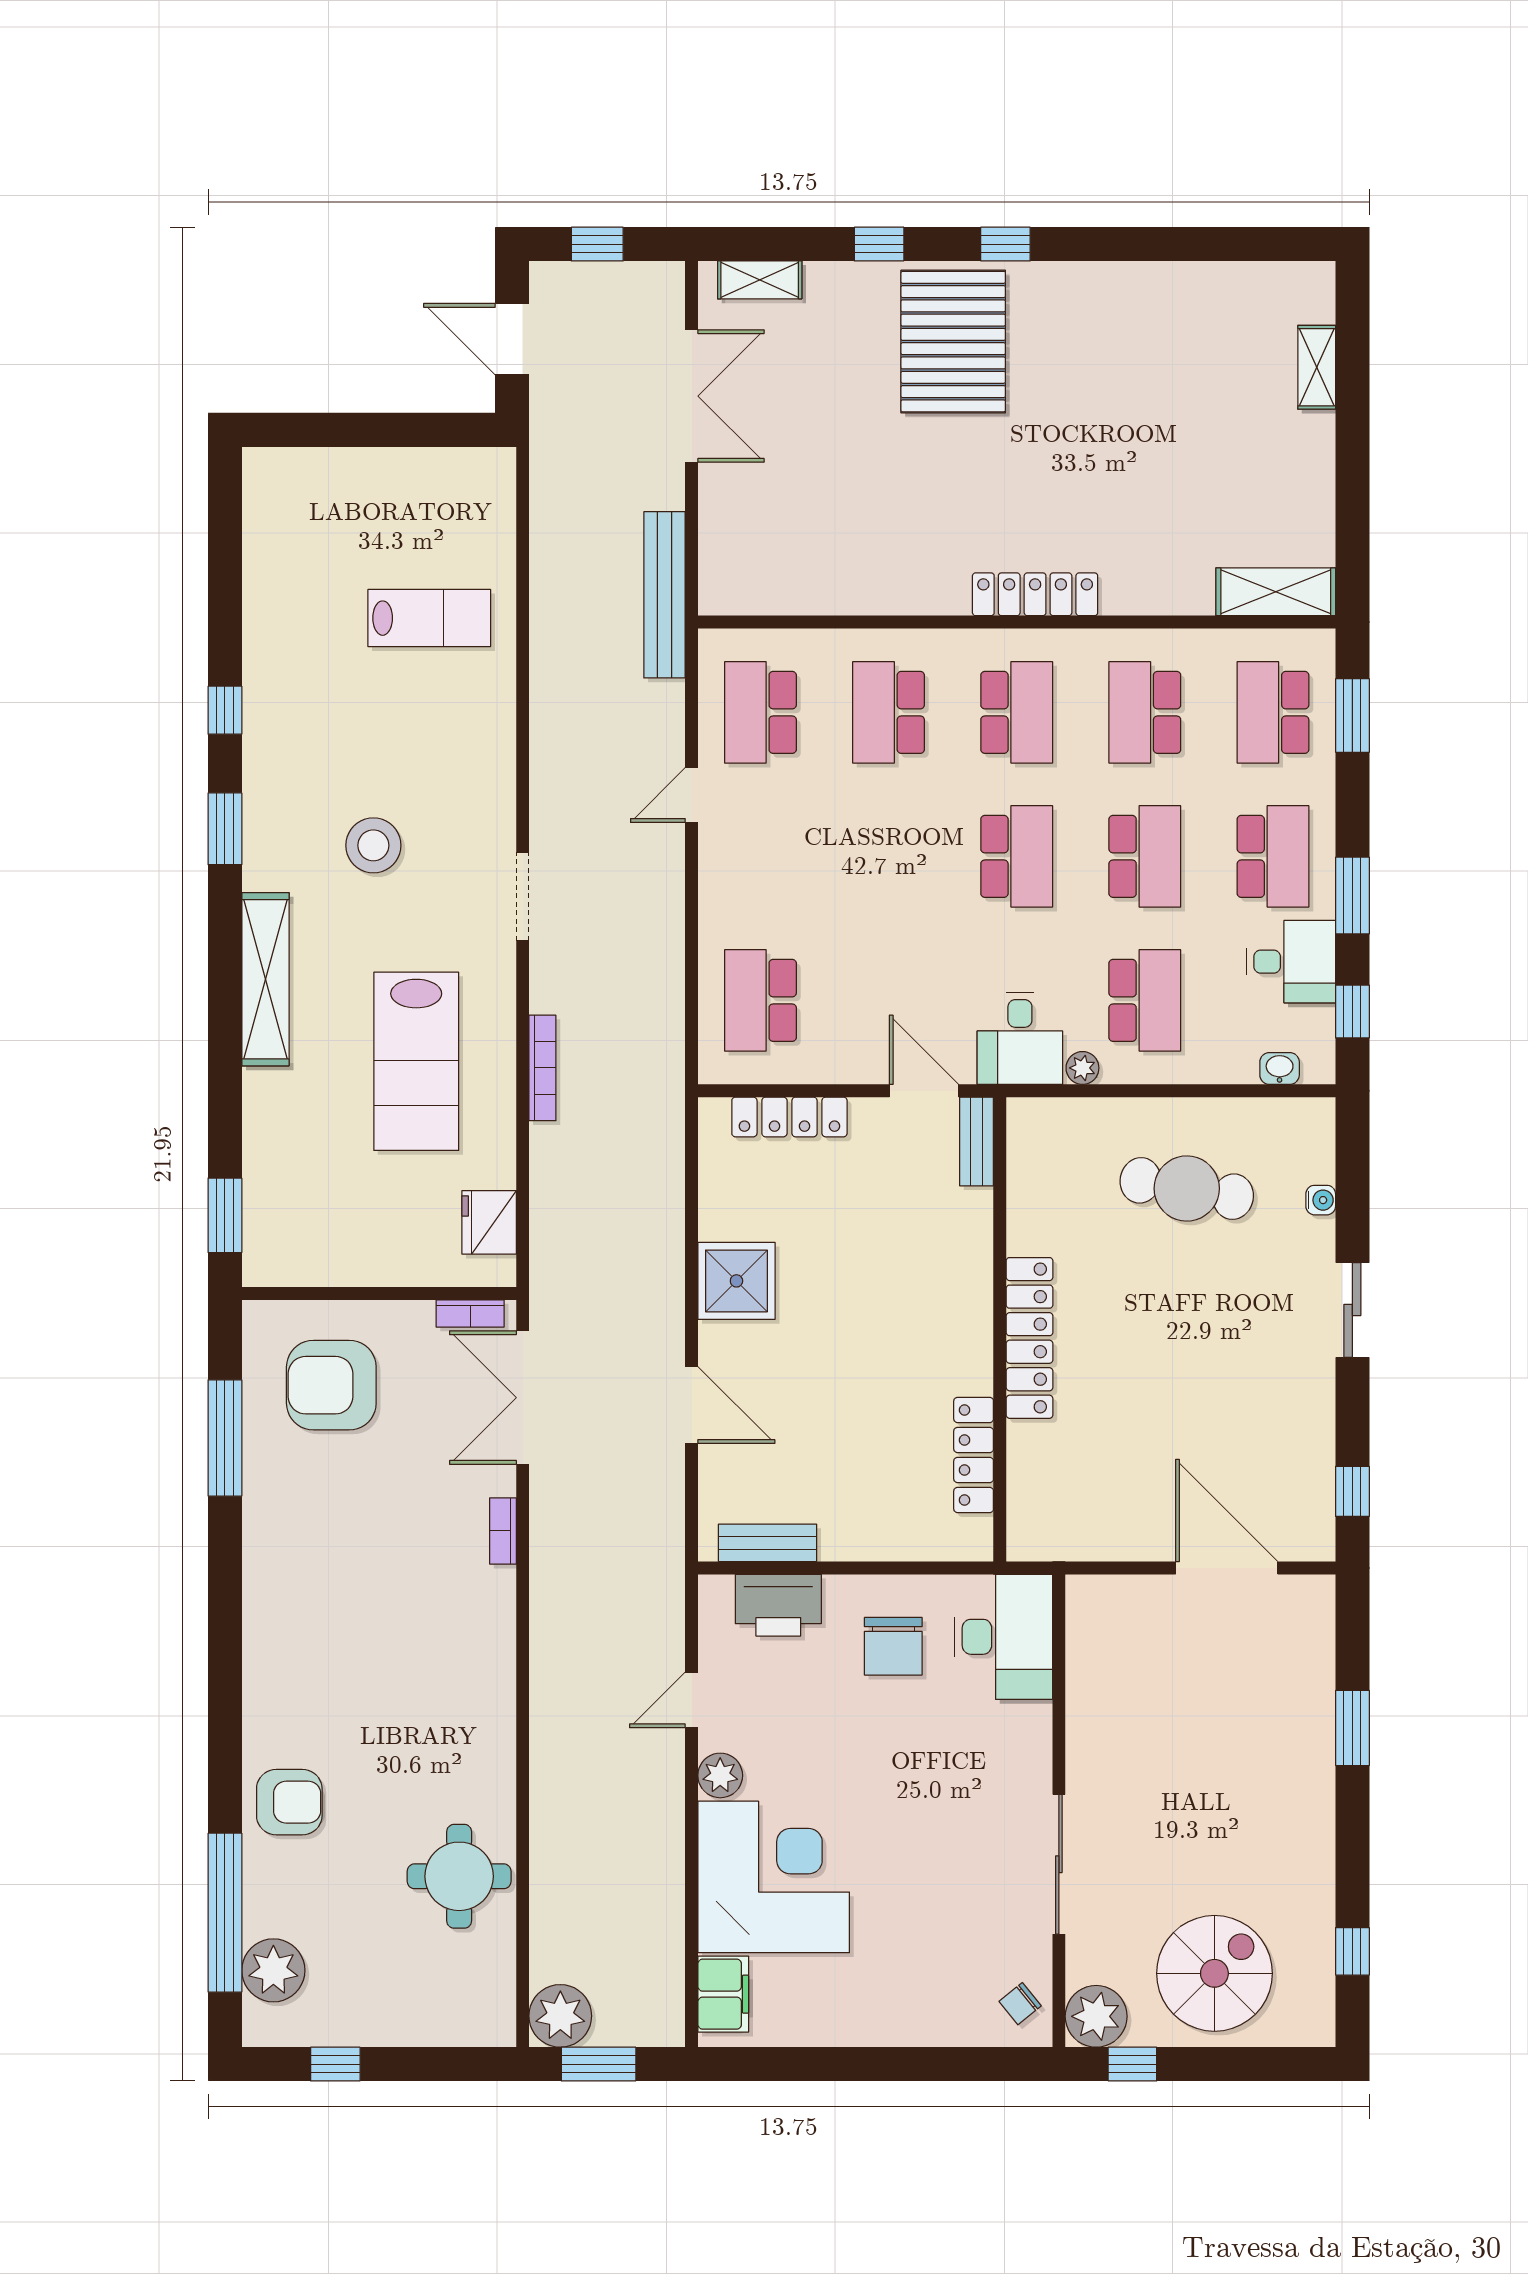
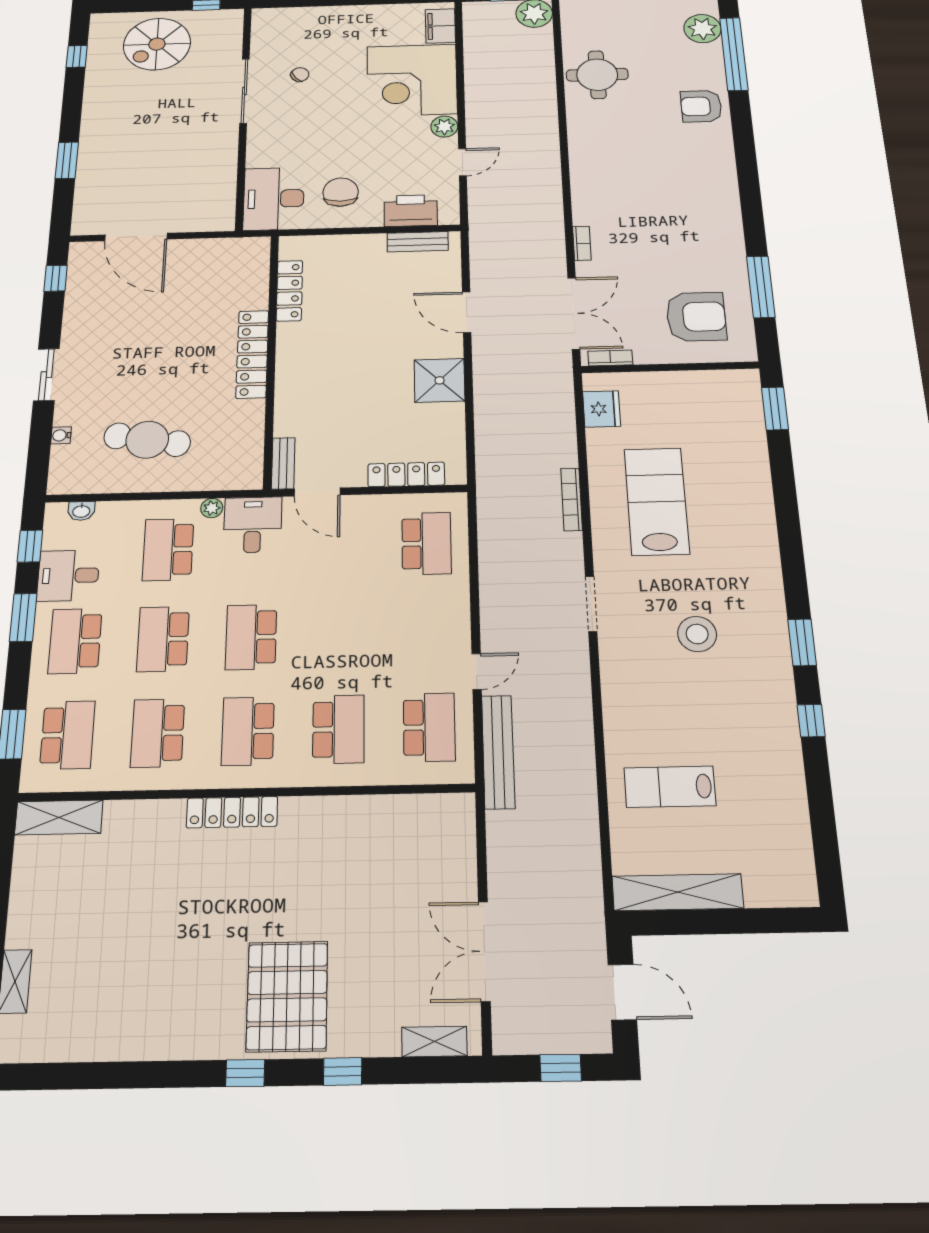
bench: (665, 595) -> (498, 752), moved
school desk: (1145, 712) -> (158, 733), turned 180
shelving: (265, 979) -> (678, 892), moved, turned 90
chair: (1020, 2004) -> (300, 75), moved
plant: (1096, 2016) -> (226, 23), removed

